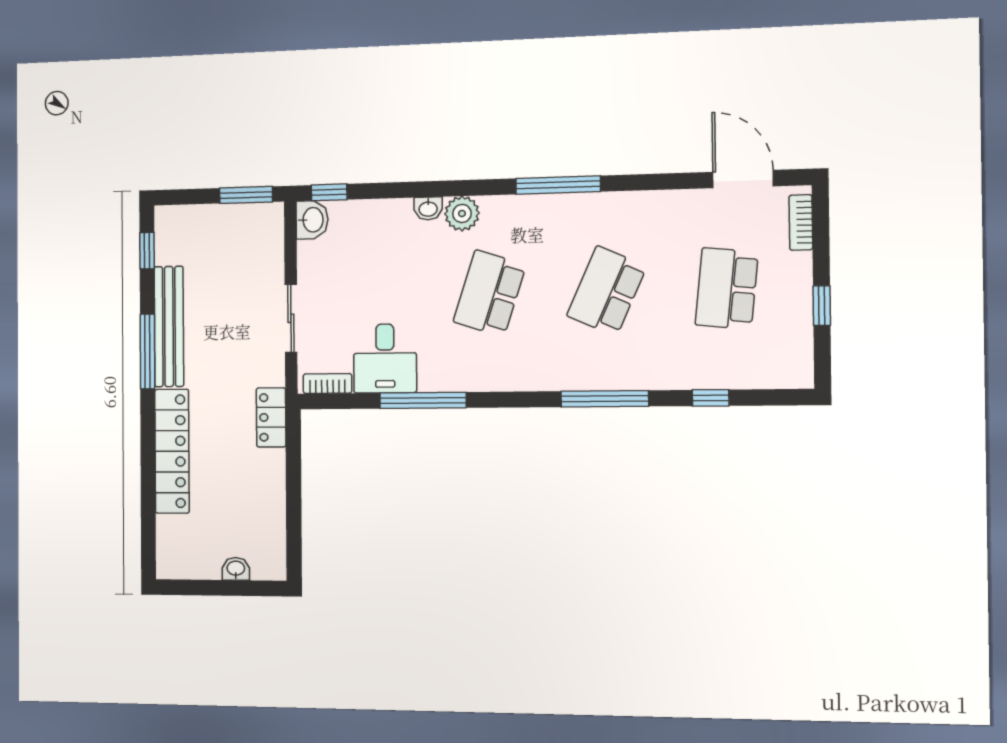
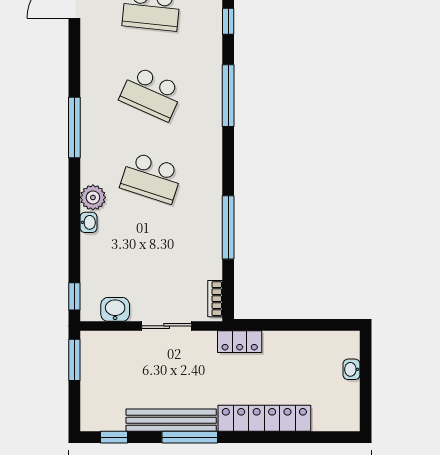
washbasin: (312, 220) -> (115, 309), moved
desk: (385, 358) -> (197, 255), removed

